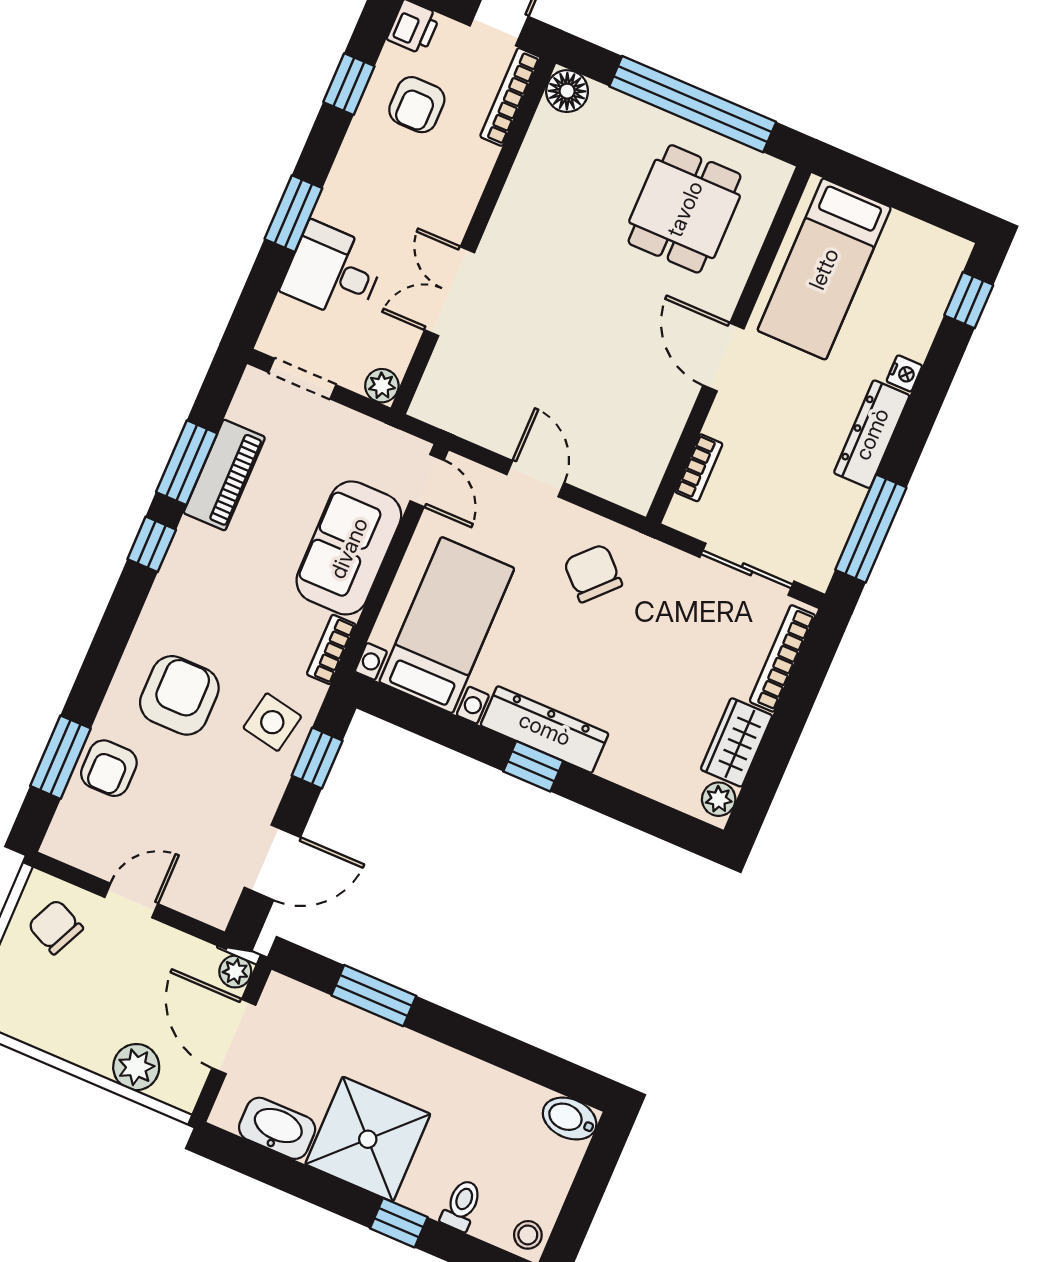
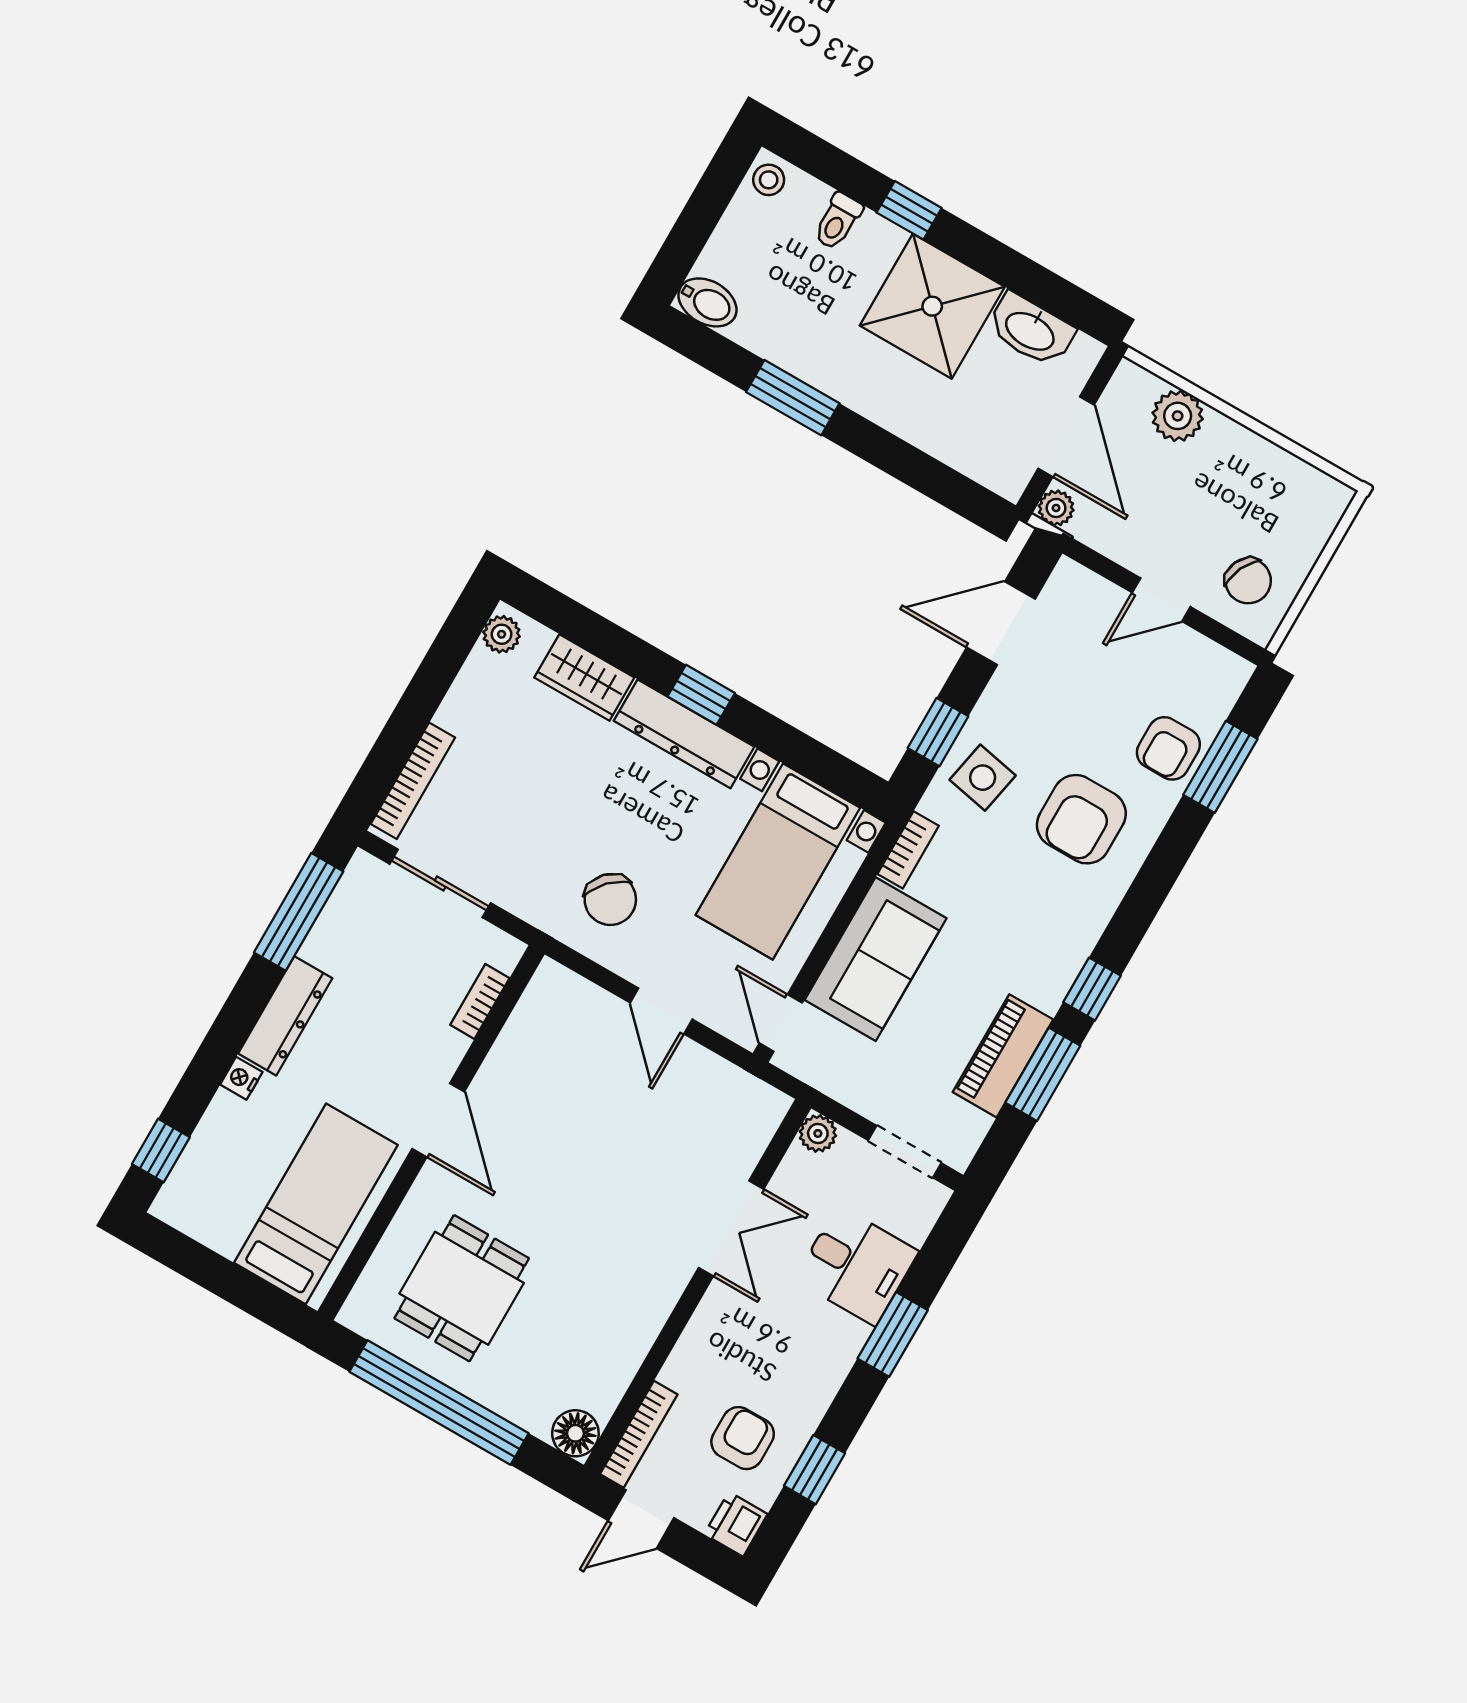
wardrobe: (736, 742) -> (584, 678), moved, turned 90
armchair: (109, 768) -> (1168, 748), turned 180
window: (374, 996) -> (793, 398), moved

